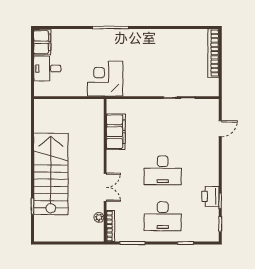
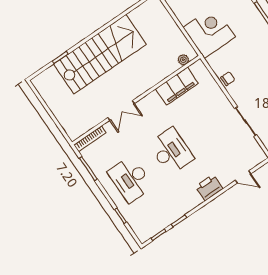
corner desk: (105, 79) -> (209, 32), moved
chair: (137, 89) -> (228, 79), added
desk: (163, 170) -> (171, 151), turned 180
printer: (210, 196) -> (209, 188), moved
plant: (99, 217) -> (183, 60), moved

